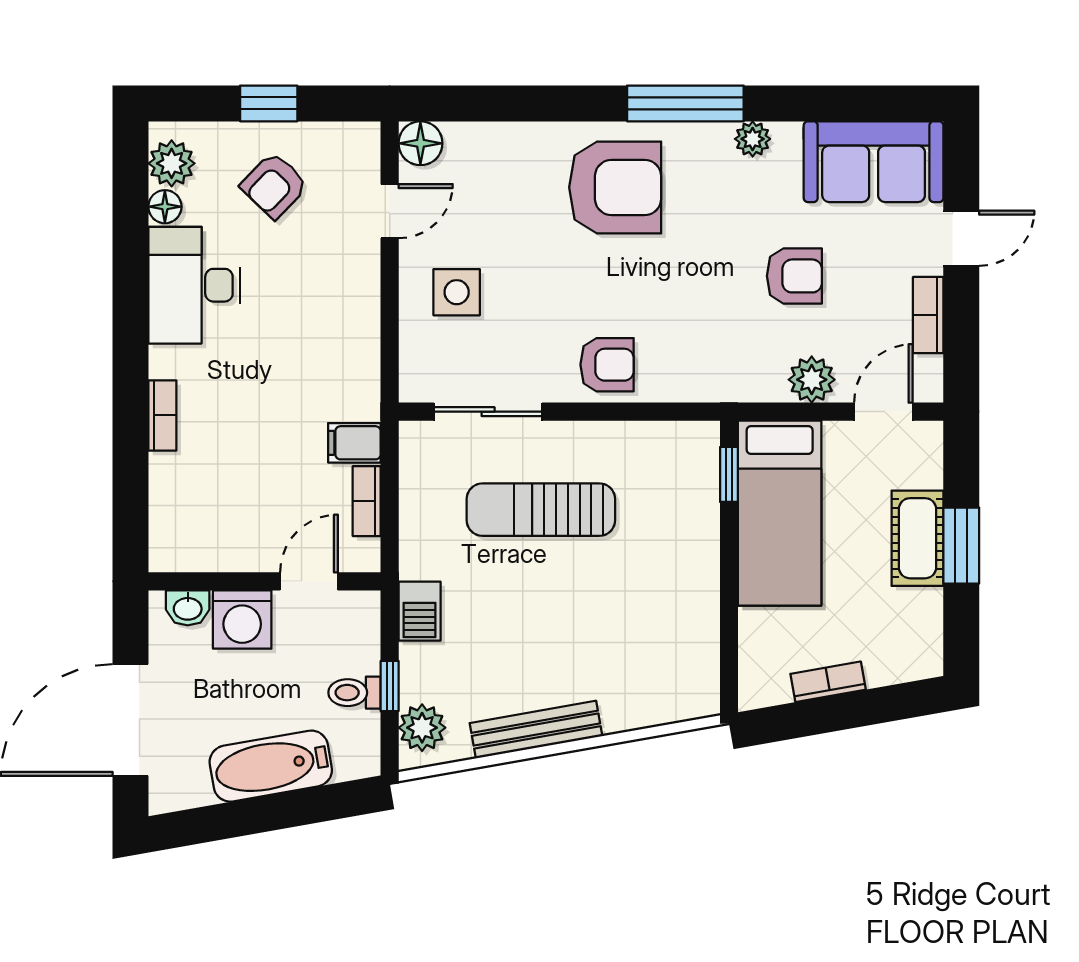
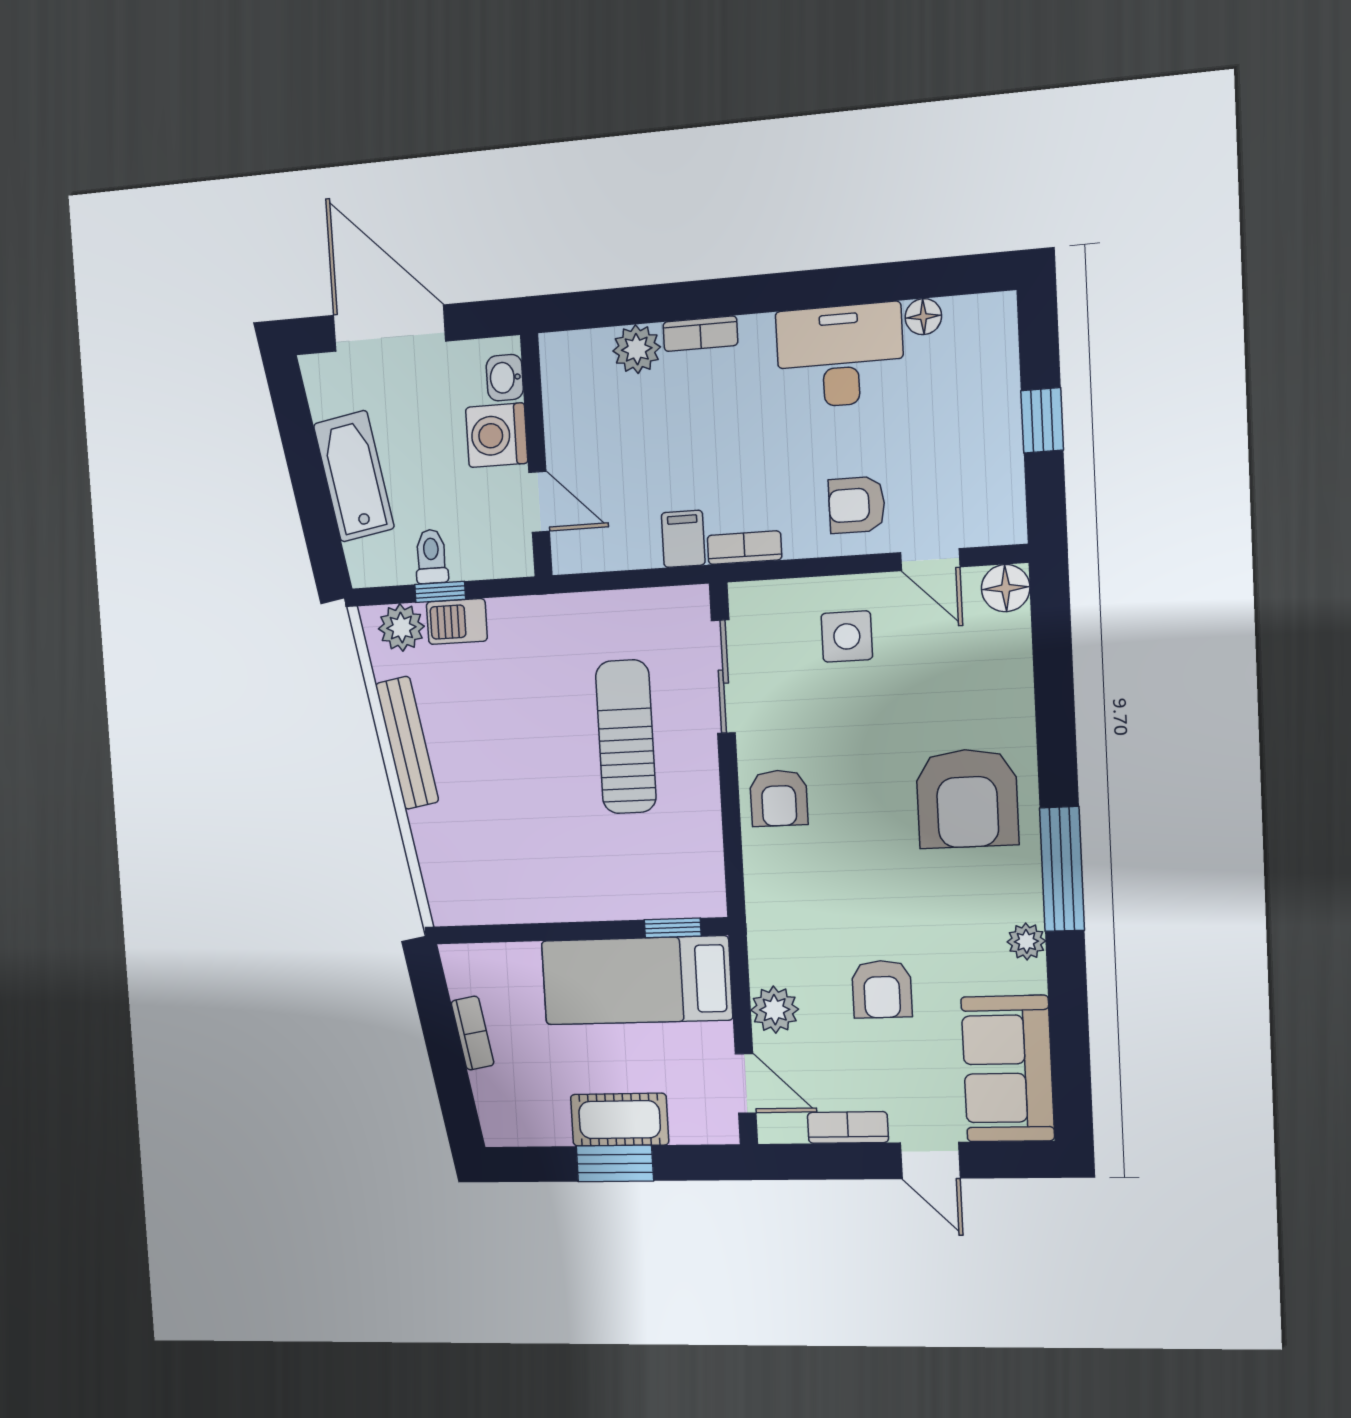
plant: (172, 163) -> (637, 349), moved
armchair: (274, 185) -> (857, 505), moved, turned -44
bookcase: (367, 501) -> (744, 548), moved
barbecue: (420, 611) -> (457, 621), moved

